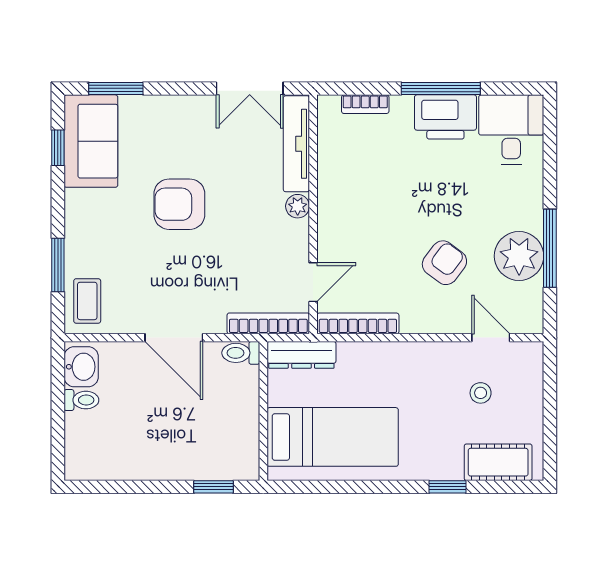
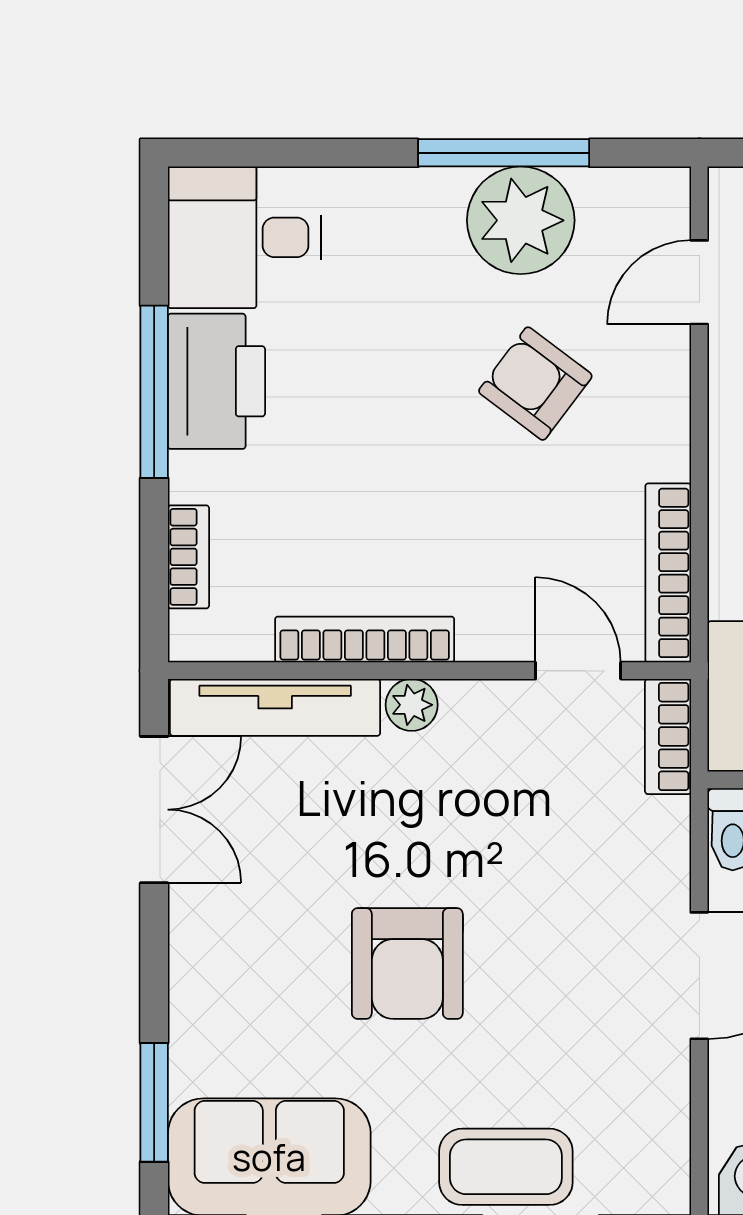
bookcase: (327, 185) -> (365, 640), added
coffee table: (87, 301) -> (506, 1167), moved, width x1.36, depth x1.30
bookcase: (268, 323) -> (668, 736), width x0.64

